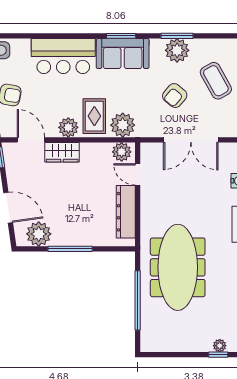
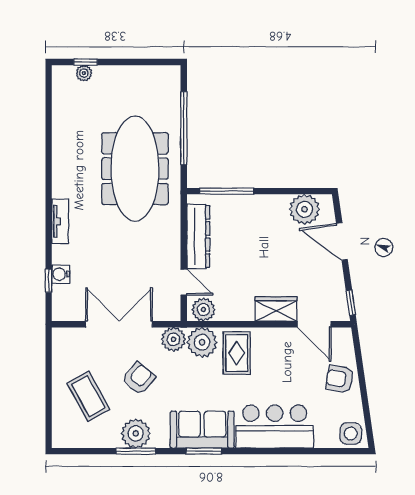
plant: (68, 127) -> (173, 339), moved
window: (70, 249) -> (227, 191), moved

